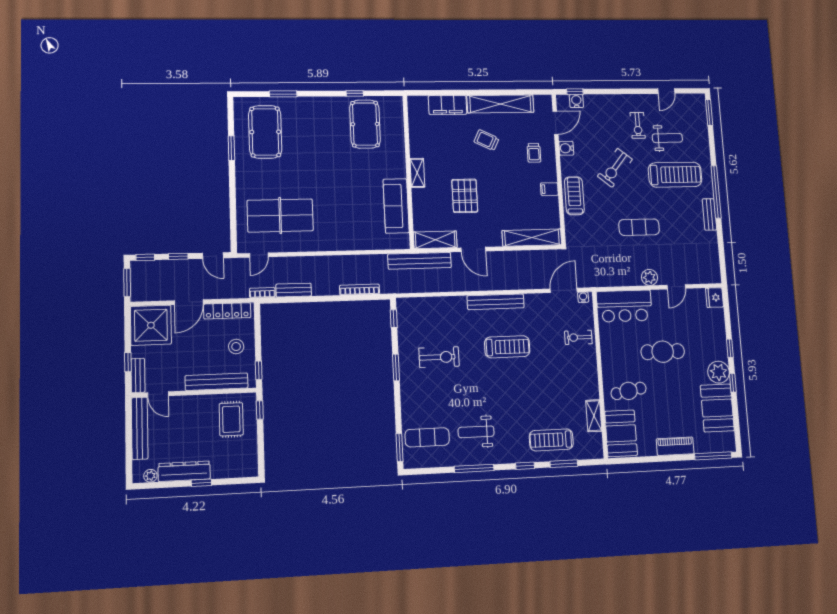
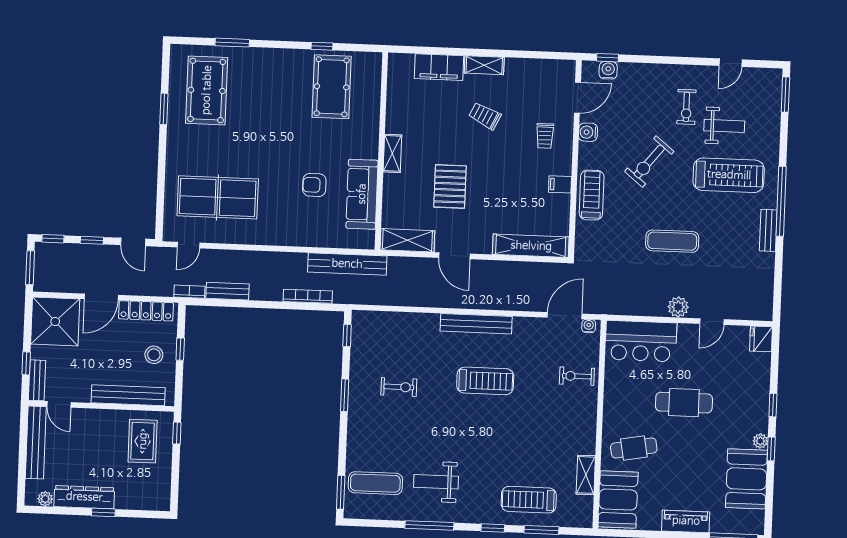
shelving: (500, 104) -> (484, 65), width x0.45, depth x0.75
armchair: (358, 201) -> (314, 185), added
bench: (420, 261) -> (347, 264), moved
exercise bike: (439, 357) -> (399, 387), width x0.73, depth x0.72
window: (259, 370) -> (180, 349), moved
plant: (719, 372) -> (760, 441), width x0.53, depth x0.53

